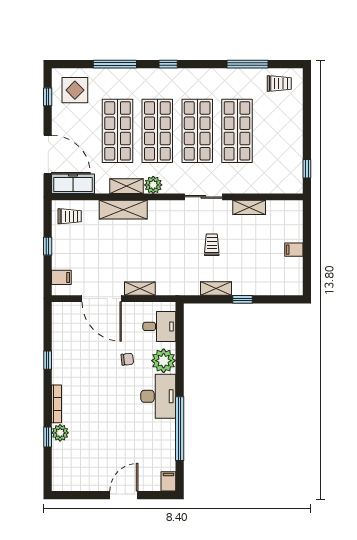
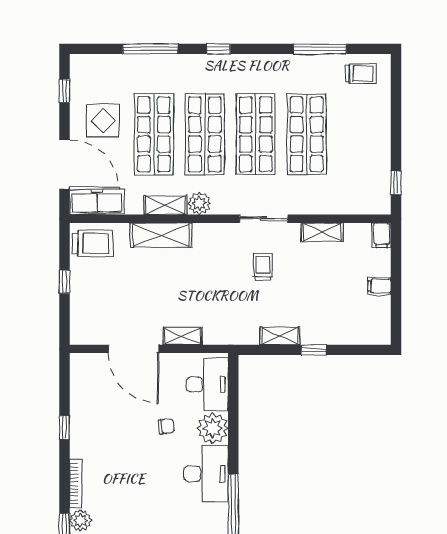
display table: (75, 90) -> (103, 121), moved
trolley: (70, 216) -> (93, 243), width x1.36, depth x1.39
trolley: (212, 245) -> (263, 267), moved
filing cabinet: (61, 277) -> (382, 235), moved, turned 90
desk: (159, 326) -> (207, 384), width x1.37

